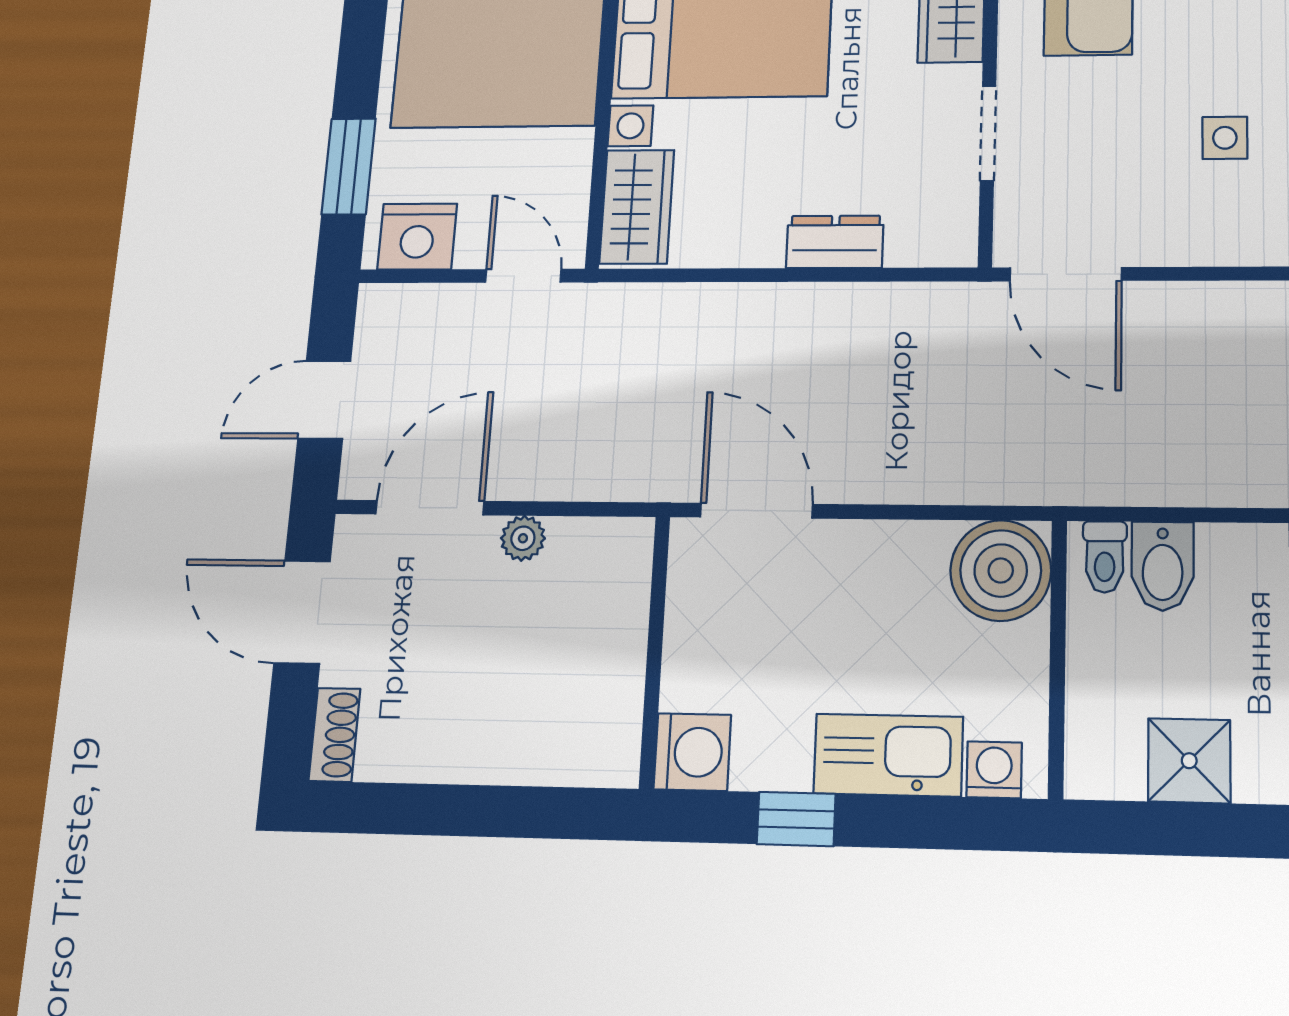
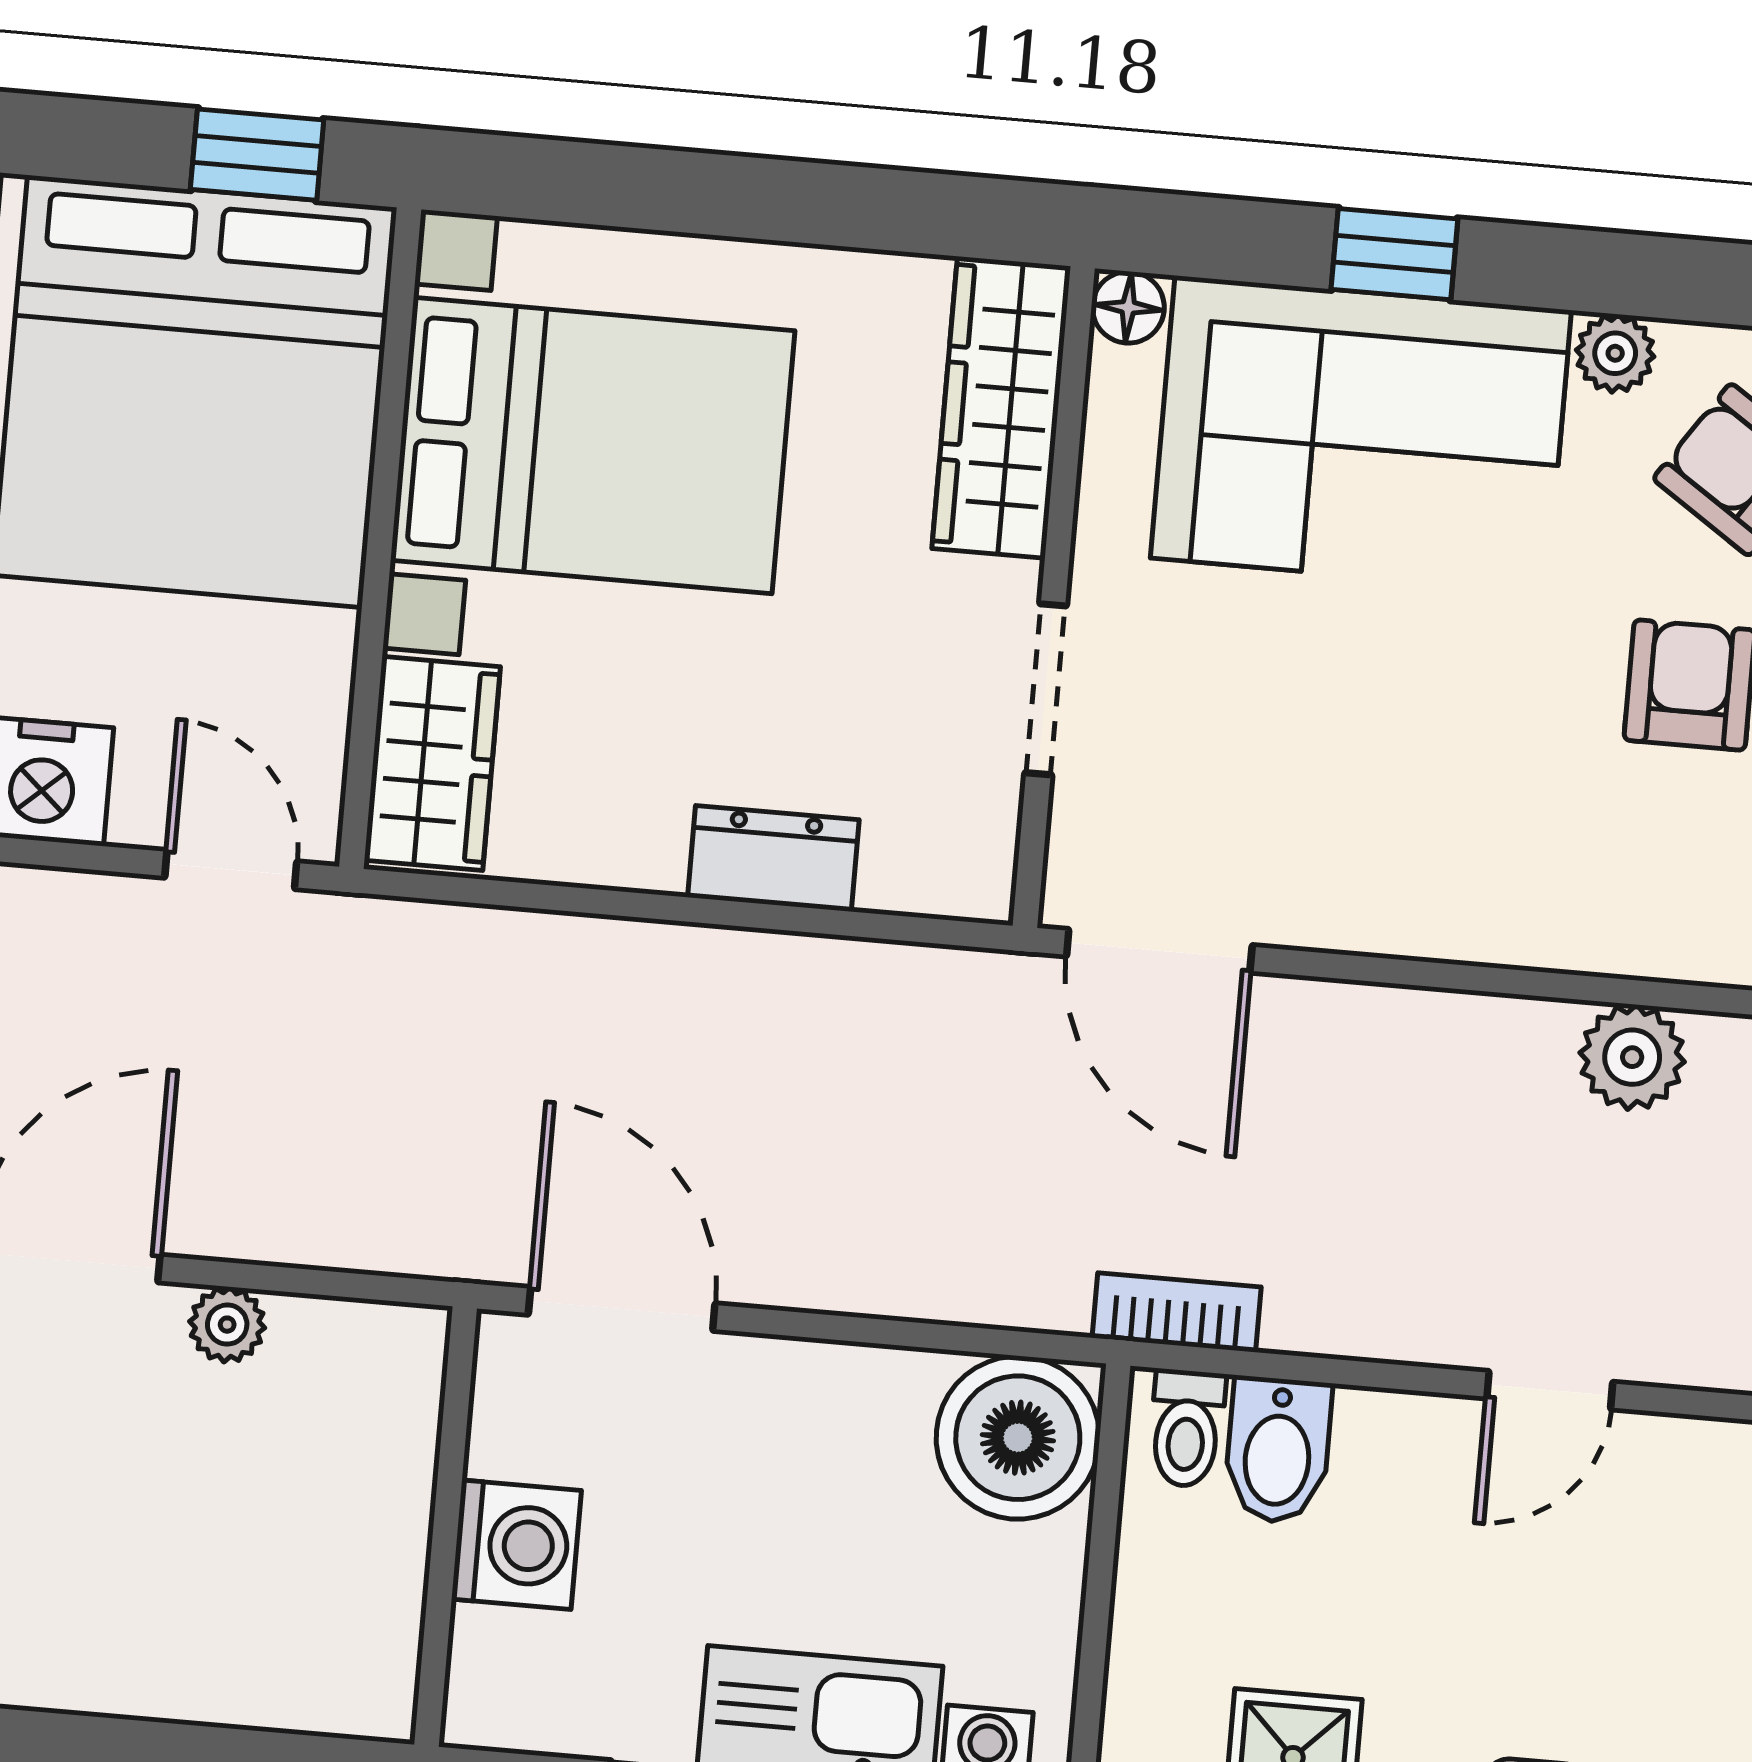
side table: (1225, 138) -> (1444, 737), removed
bookcase: (1093, 487) -> (1177, 1312), added
washing machine: (692, 752) -> (516, 1545), moved

